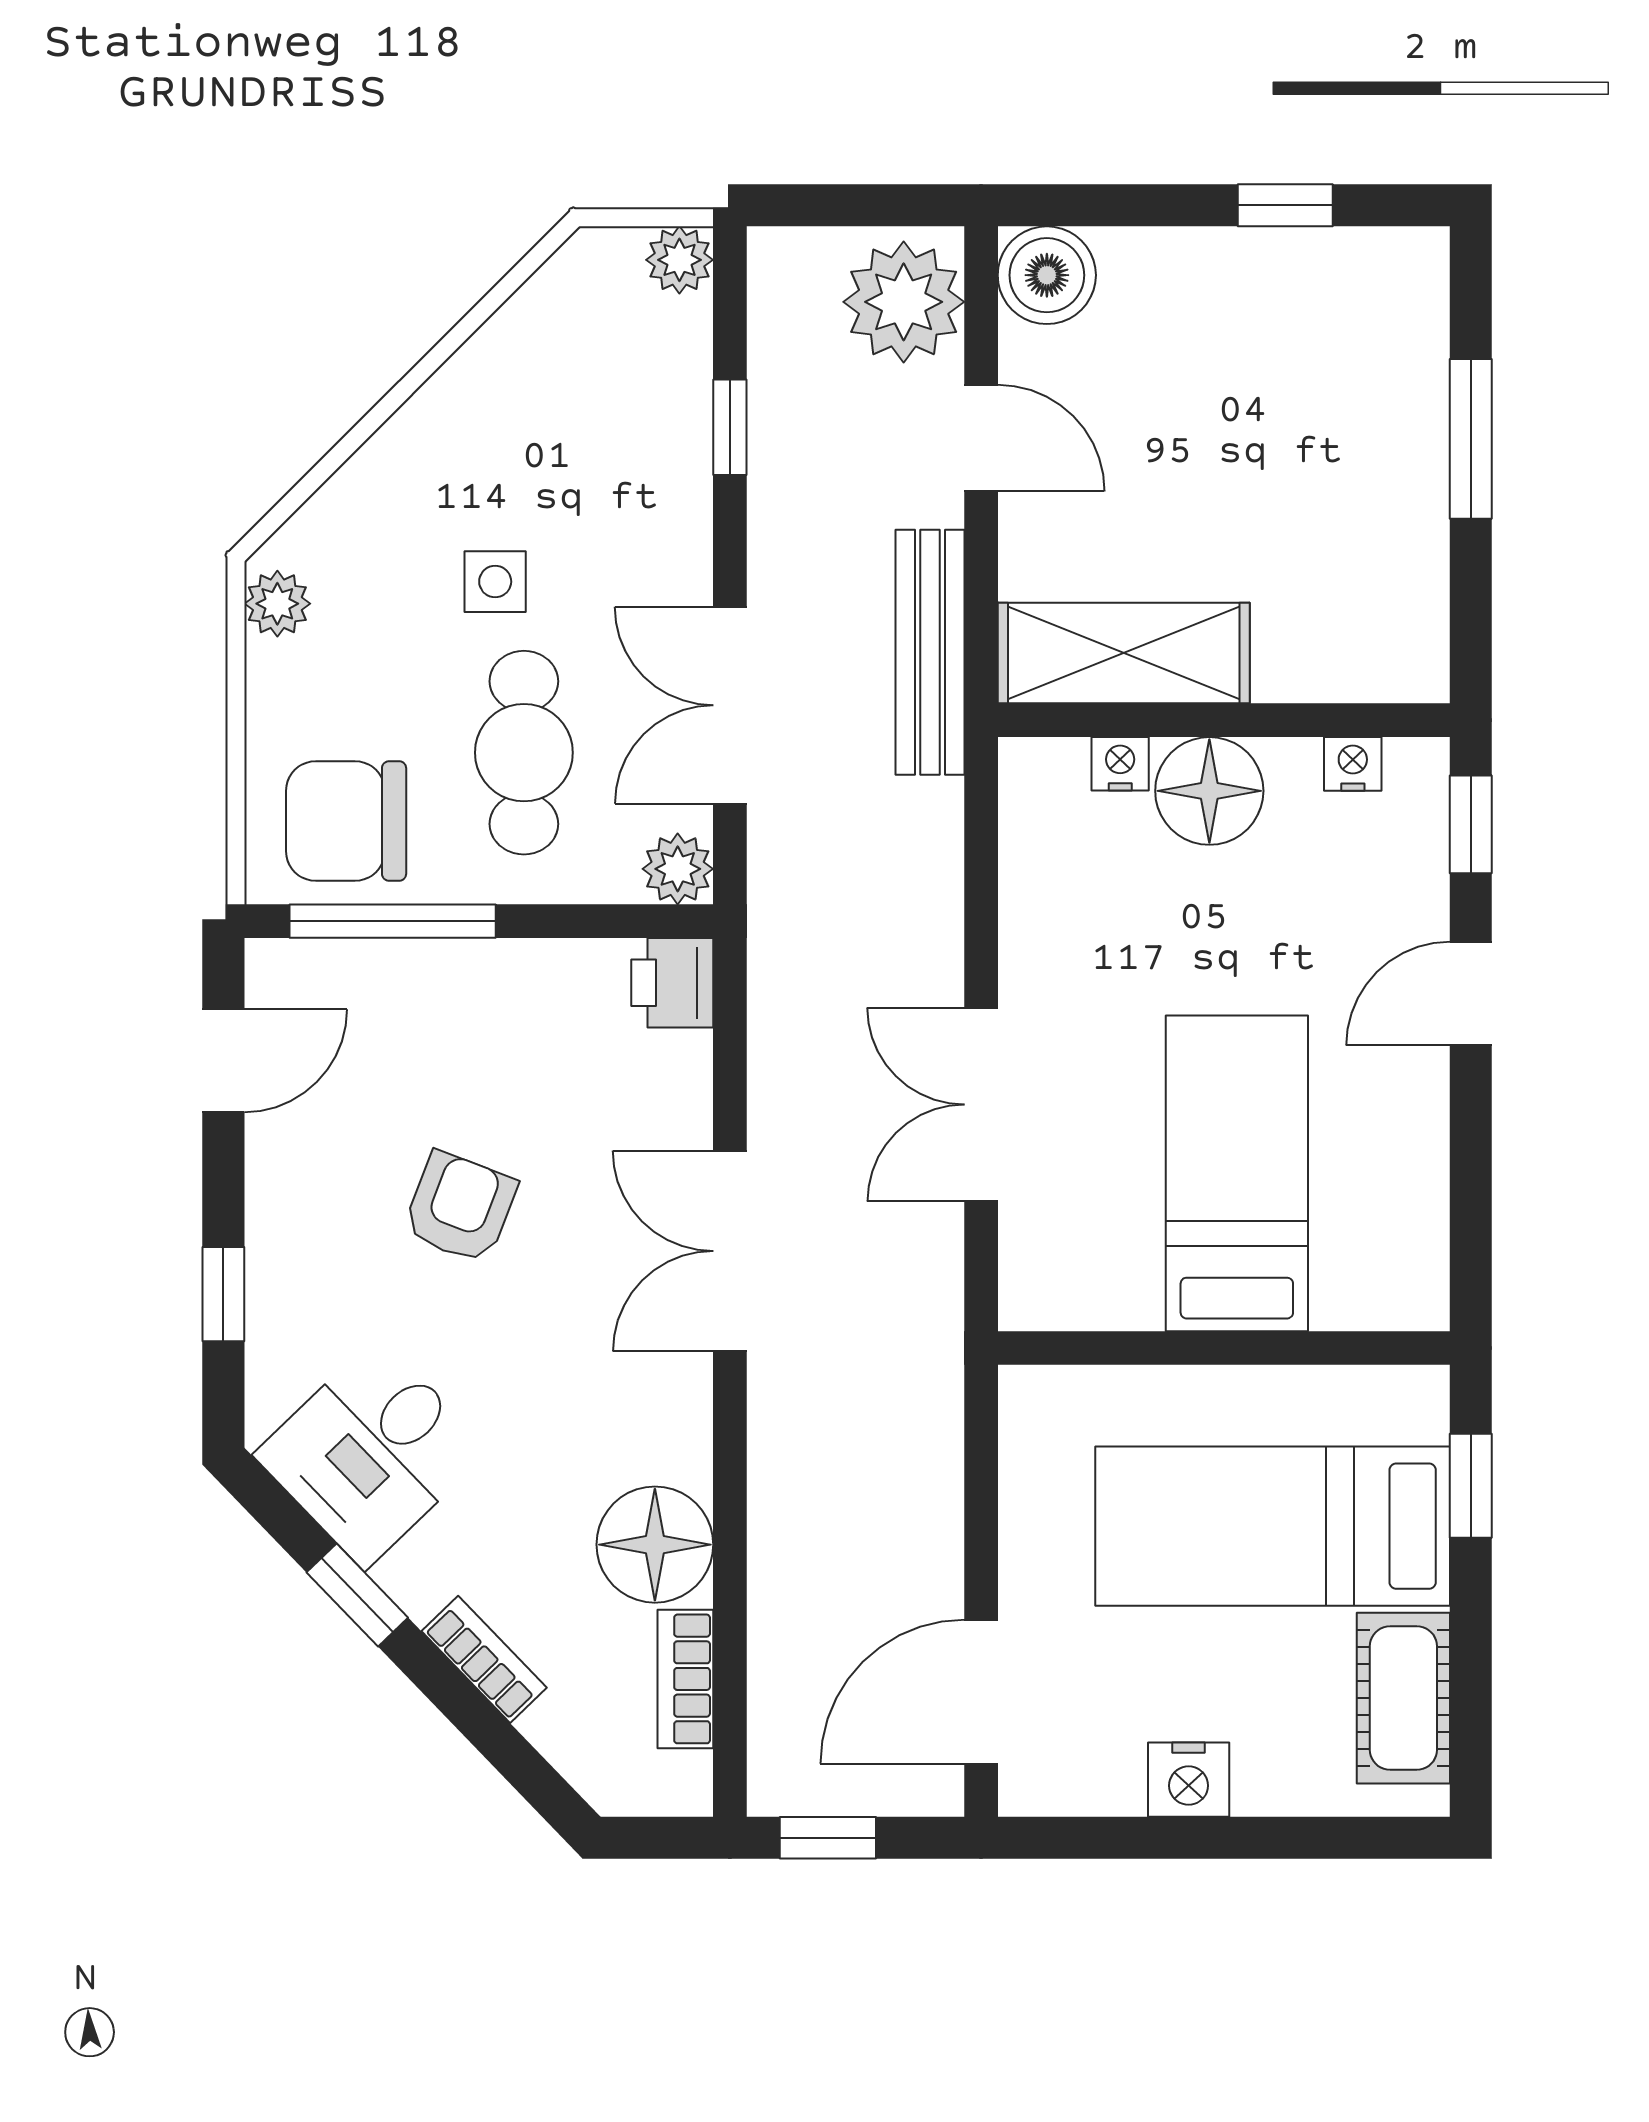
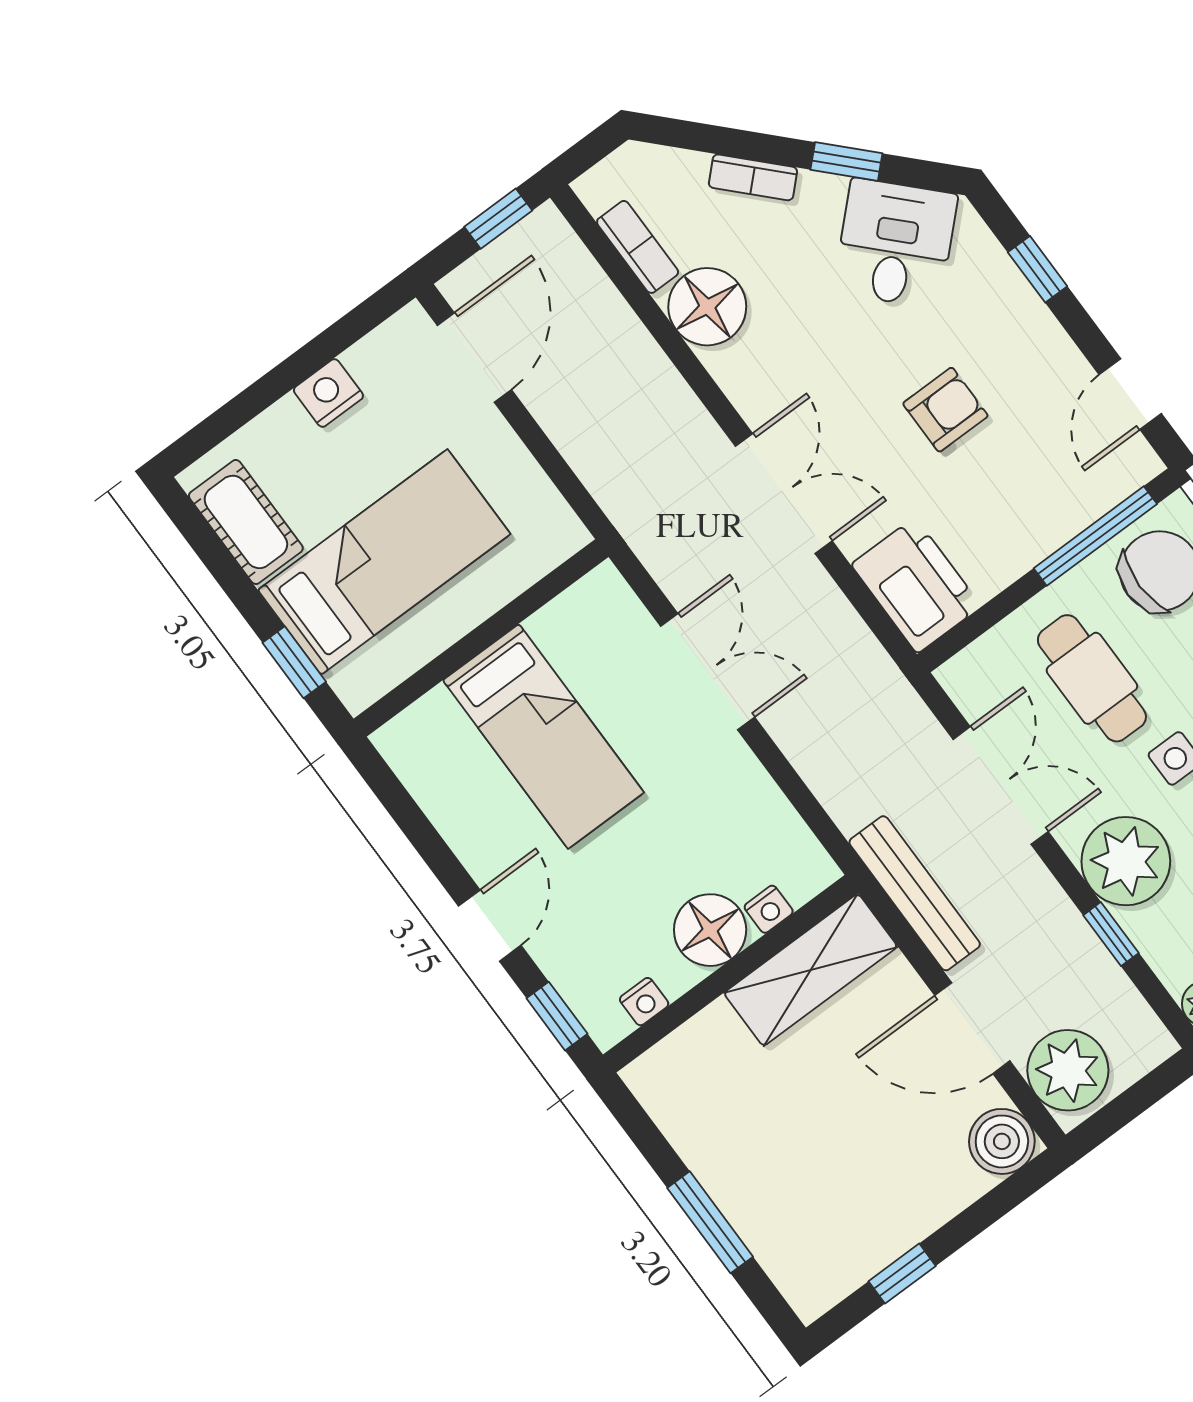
door: (981, 438) -> (972, 1028), width x1.38
plant: (678, 869) -> (1126, 861), moved, width x1.88, depth x1.88
printer: (672, 983) -> (916, 585), width x1.87, depth x1.48
armchair: (460, 1207) -> (945, 410), turned -111

